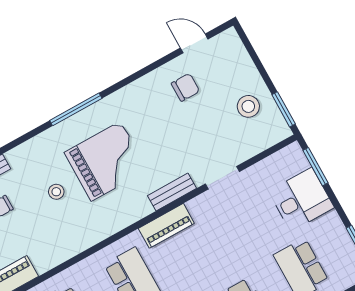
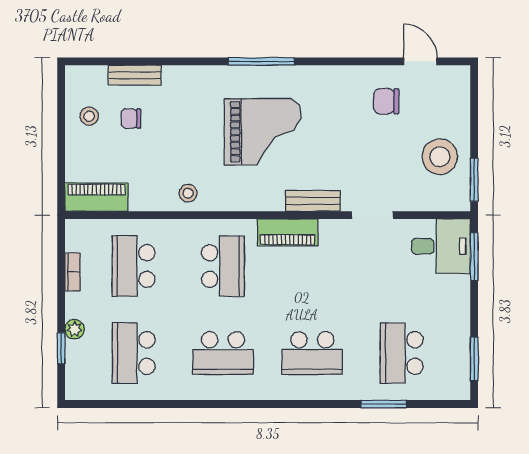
chair: (185, 87) -> (386, 101), turned 180
stool: (248, 106) -> (440, 157), width x1.38, depth x1.38
stool: (56, 192) -> (188, 193), moved
desk: (301, 199) -> (441, 246), moved

